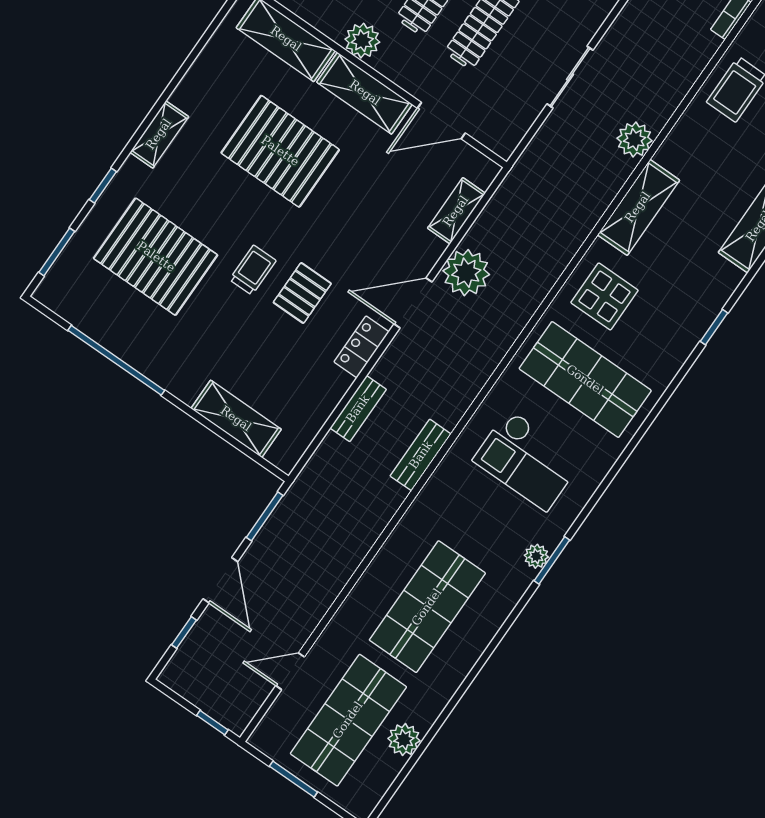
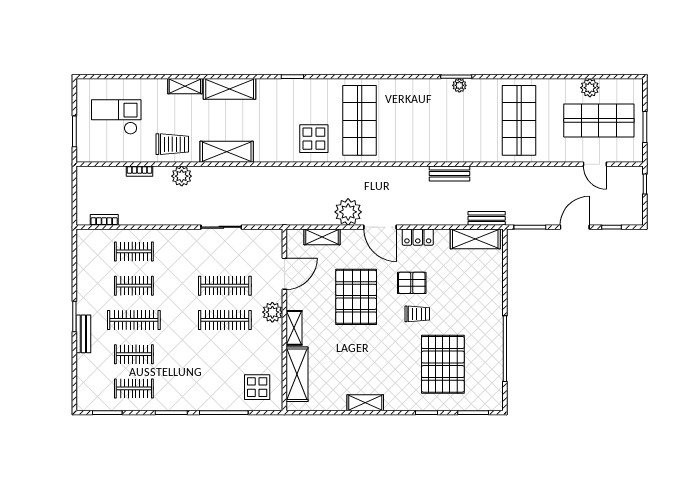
plant: (362, 41) -> (272, 312), moved
shelving: (365, 93) -> (294, 328), width x0.67, depth x0.75
door: (441, 121) -> (284, 274), hinge flipped
shelving: (159, 134) -> (365, 403), moved
plant: (635, 139) -> (182, 176), moved
pallet: (280, 151) -> (356, 297), moved
shelving: (638, 207) -> (227, 152), moved
trolley: (253, 270) -> (417, 314), turned 180
bench: (358, 409) -> (487, 218), moved
shelving: (236, 419) -> (475, 239), moved, turned 90
checkout: (527, 460) -> (417, 121), removed
shop shelf: (427, 607) -> (519, 120), turned 90

